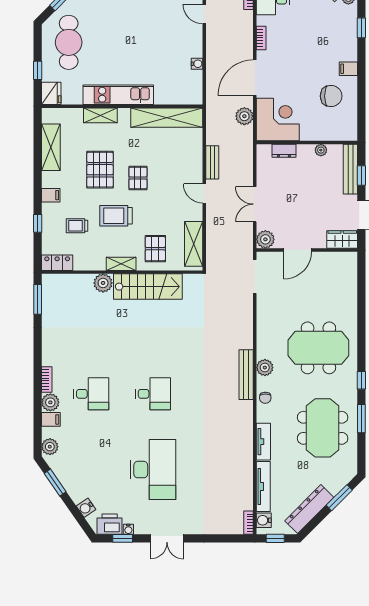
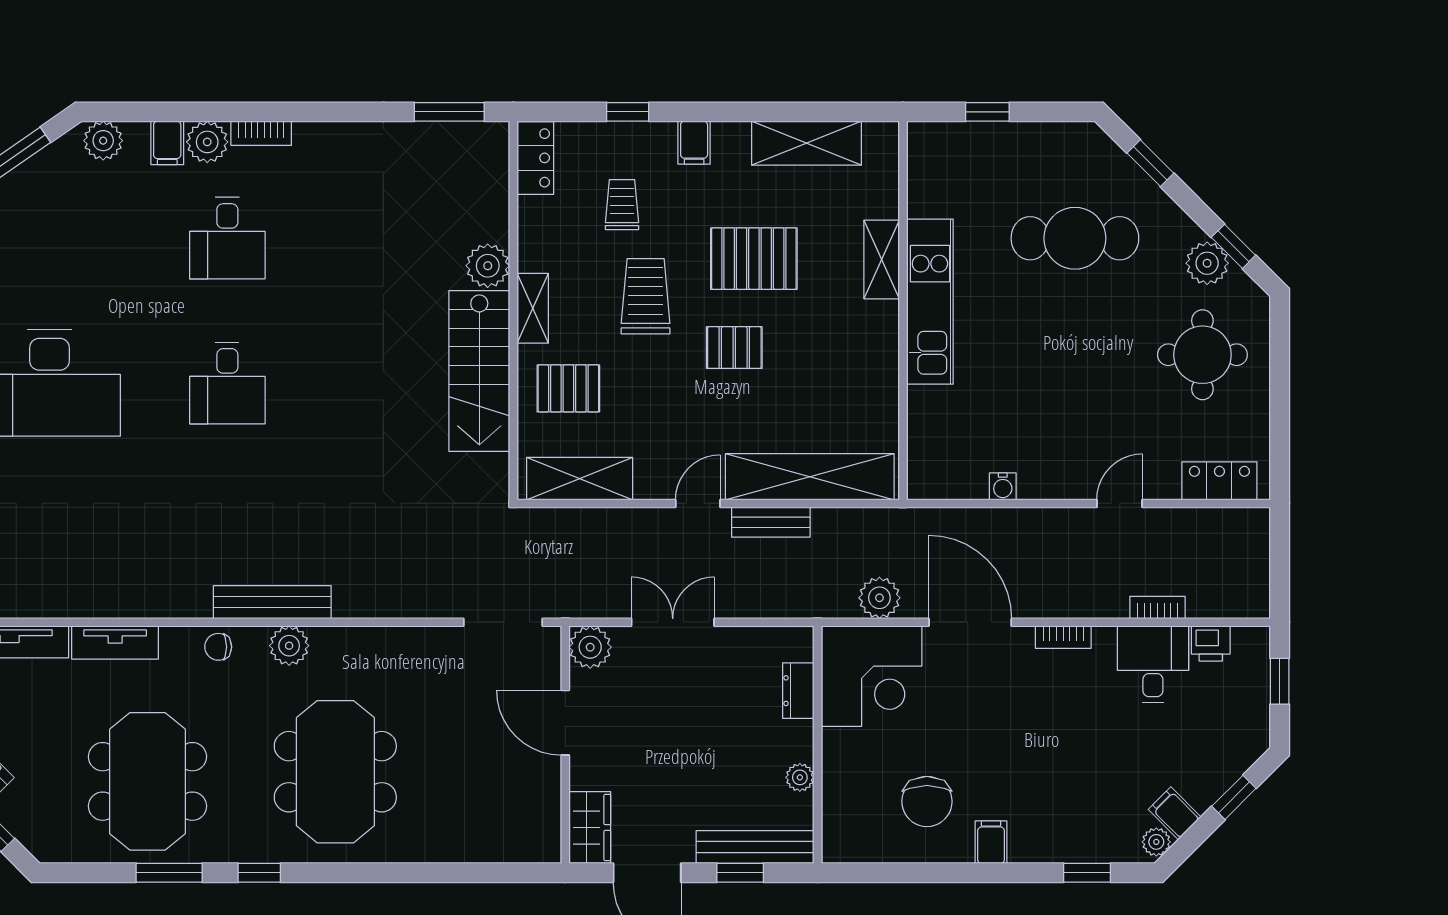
cafe table: (69, 42) -> (1075, 238), moved
fridge: (51, 93) -> (933, 144), removed
shelving: (167, 118) -> (810, 477), moved, turned 90
meeting table: (323, 428) -> (147, 781), turned 90

